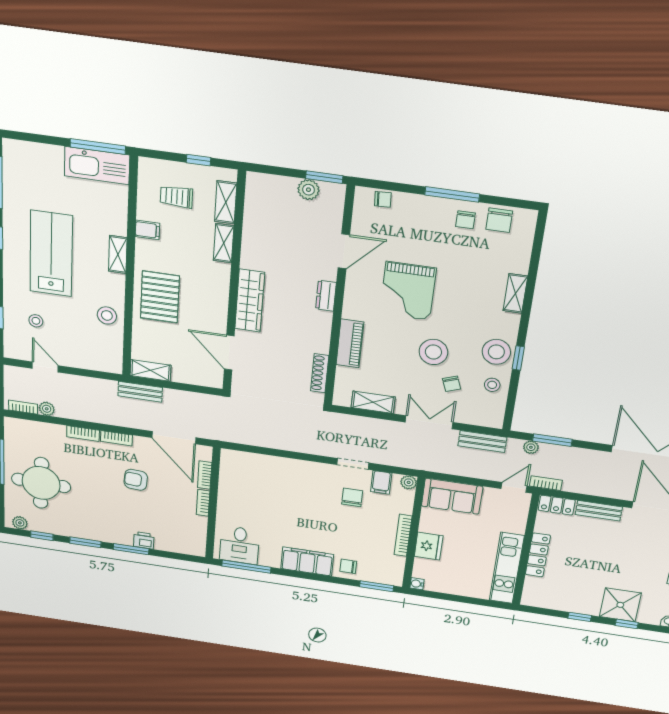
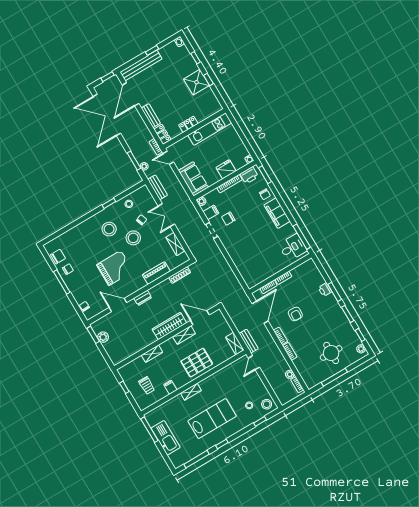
kitchen sink: (97, 166) -> (166, 438), moved
shelving: (226, 202) -> (184, 335), moved
lab bench: (51, 254) -> (212, 419), turned 180
shelving: (515, 293) -> (83, 227), removed
stool: (107, 315) -> (267, 404), moved
stool: (496, 352) -> (109, 229), moved
door: (229, 353) -> (200, 318), swing flipped
door: (45, 367) -> (254, 363), moved
round table: (41, 483) -> (331, 353), width x0.73, depth x0.73
locker: (538, 555) -> (188, 124), width x0.66
printer: (393, 567) -> (249, 175), added
shower: (620, 605) -> (197, 82), moved

